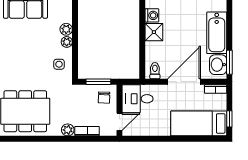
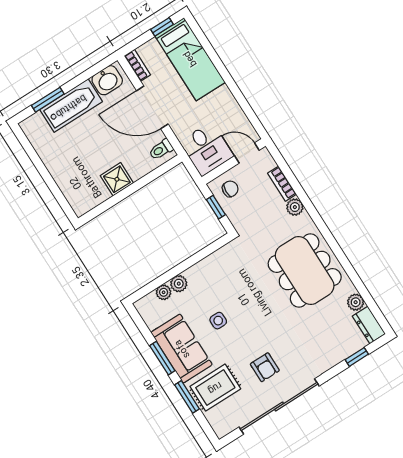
washing machine: (152, 15) -> (99, 194), removed
plant: (67, 42) -> (164, 292), moved
window: (229, 62) -> (48, 100), moved
side table: (59, 64) -> (218, 321), moved
window: (98, 82) -> (216, 207), width x0.67

